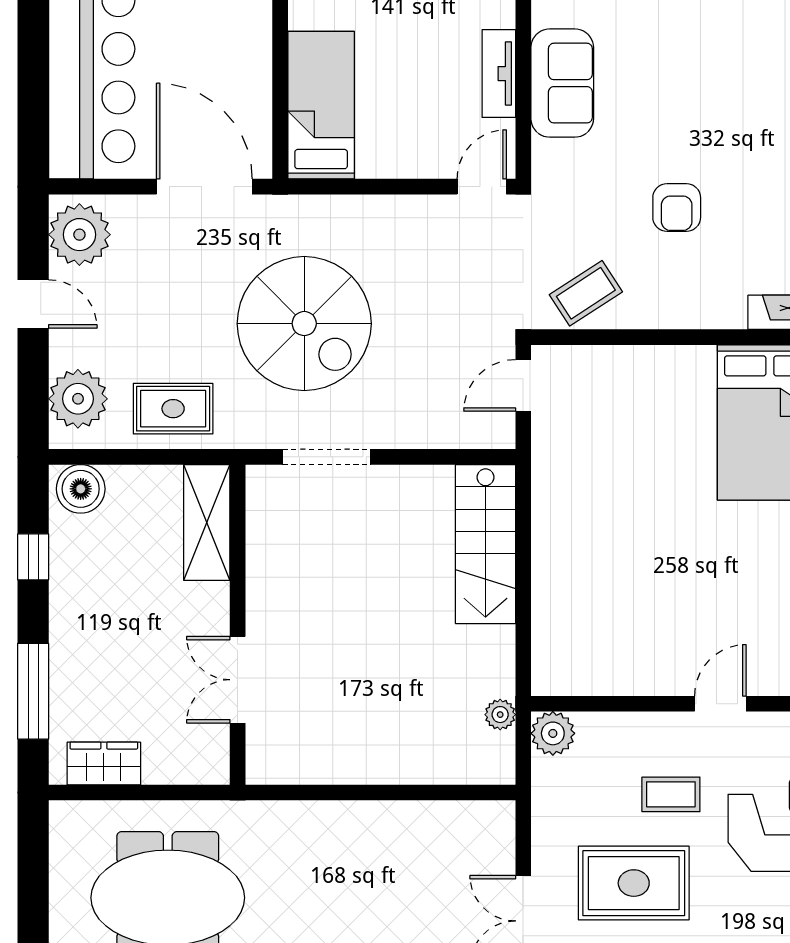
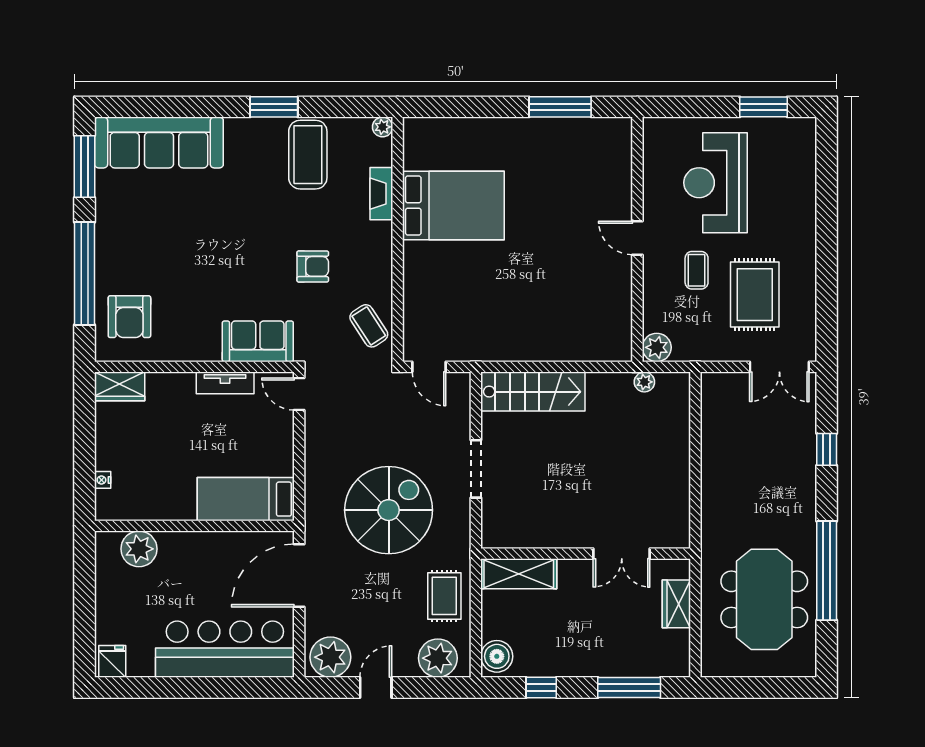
sofa: (562, 83) -> (258, 341), moved
doorway: (327, 457) -> (476, 469), moved
wardrobe: (104, 763) -> (676, 604), moved

